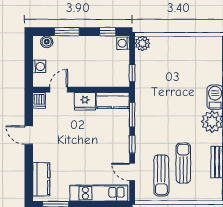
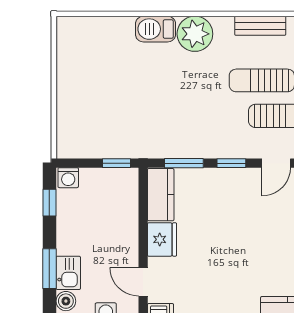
kitchen sink: (64, 43) -> (68, 273), added
plant: (142, 43) -> (68, 146), removed

